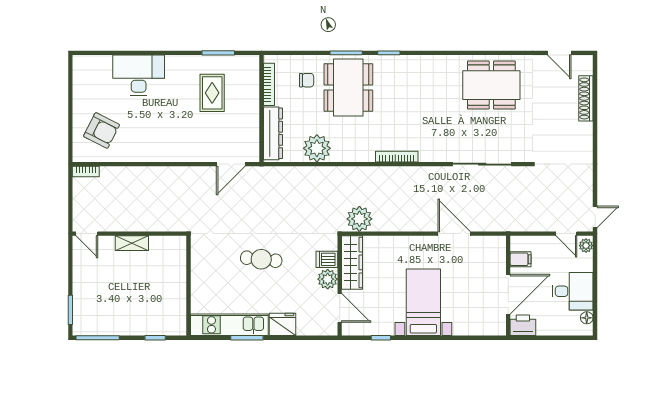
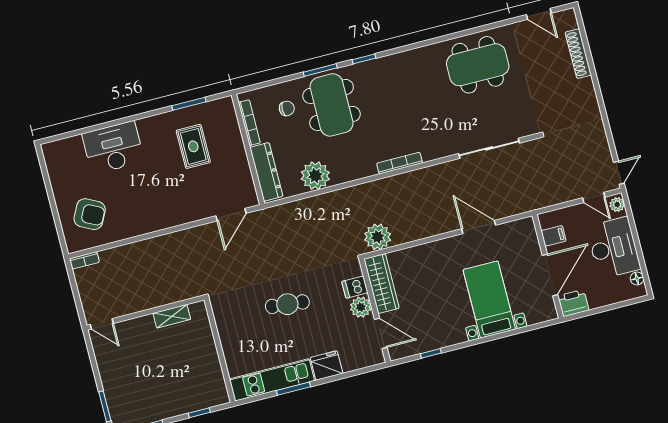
shelving: (132, 243) -> (172, 316), moved
desk: (573, 291) -> (614, 248), width x1.37
bed with nightstands: (423, 302) -> (489, 299), moved

